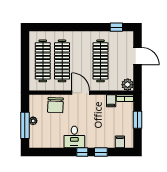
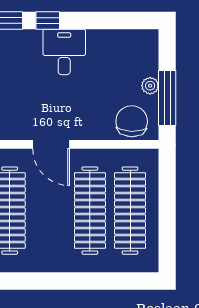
chair: (55, 105) -> (132, 121), moved
window: (25, 125) -> (167, 98), moved

